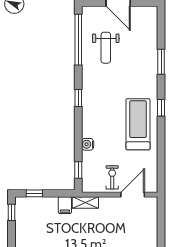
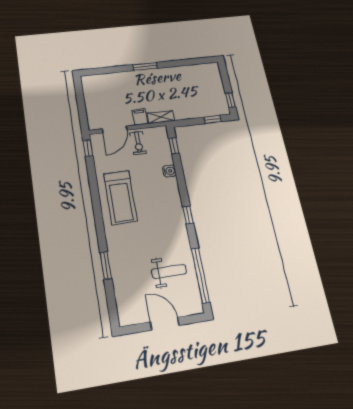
weight bench: (106, 48) -> (169, 271), turned 90
window: (161, 108) -> (88, 148), moved
filing cabinet: (65, 205) -> (140, 117), moved

